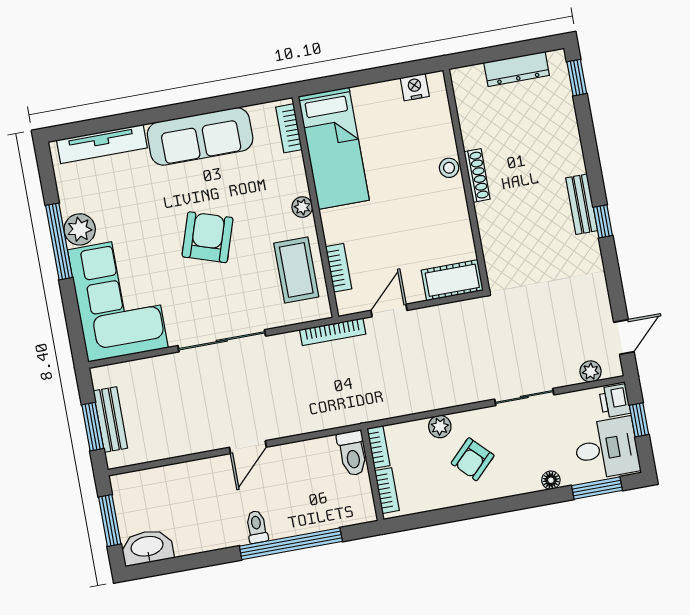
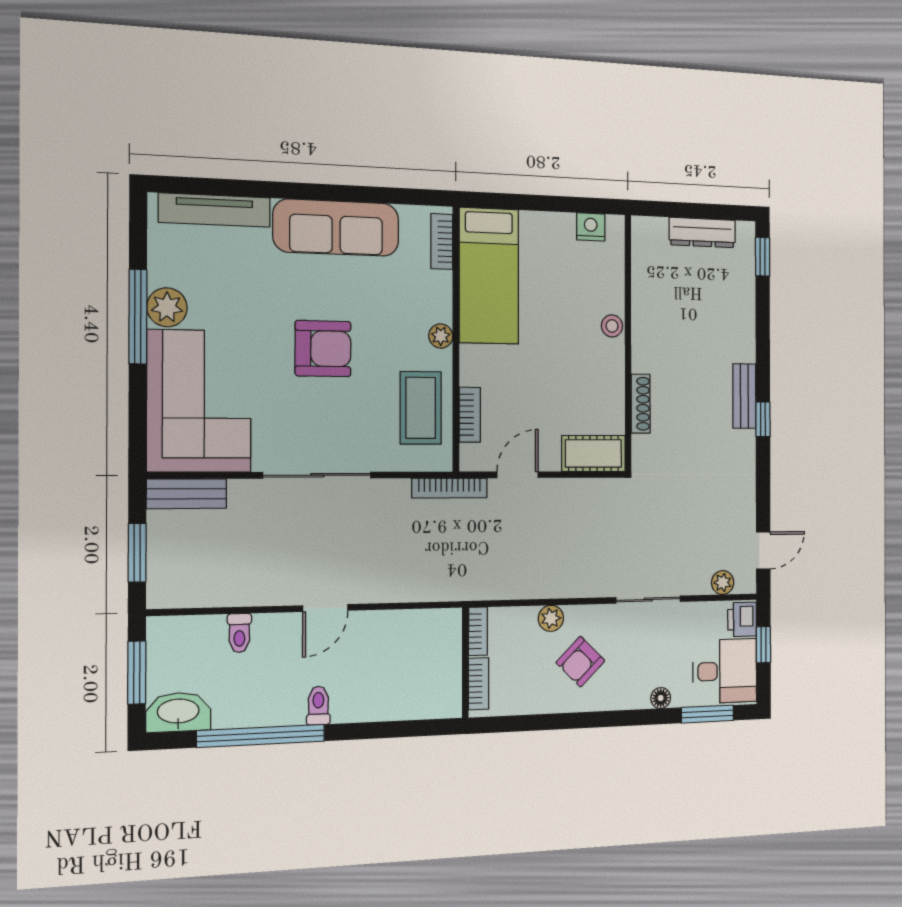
shoe rack: (477, 175) -> (641, 404), moved
armchair: (208, 237) -> (323, 349), turned 72
bench: (110, 419) -> (187, 494), moved, turned 90
toilet: (352, 453) -> (239, 633), moved, width x0.73, depth x0.72
window: (291, 544) -> (261, 736), moved

